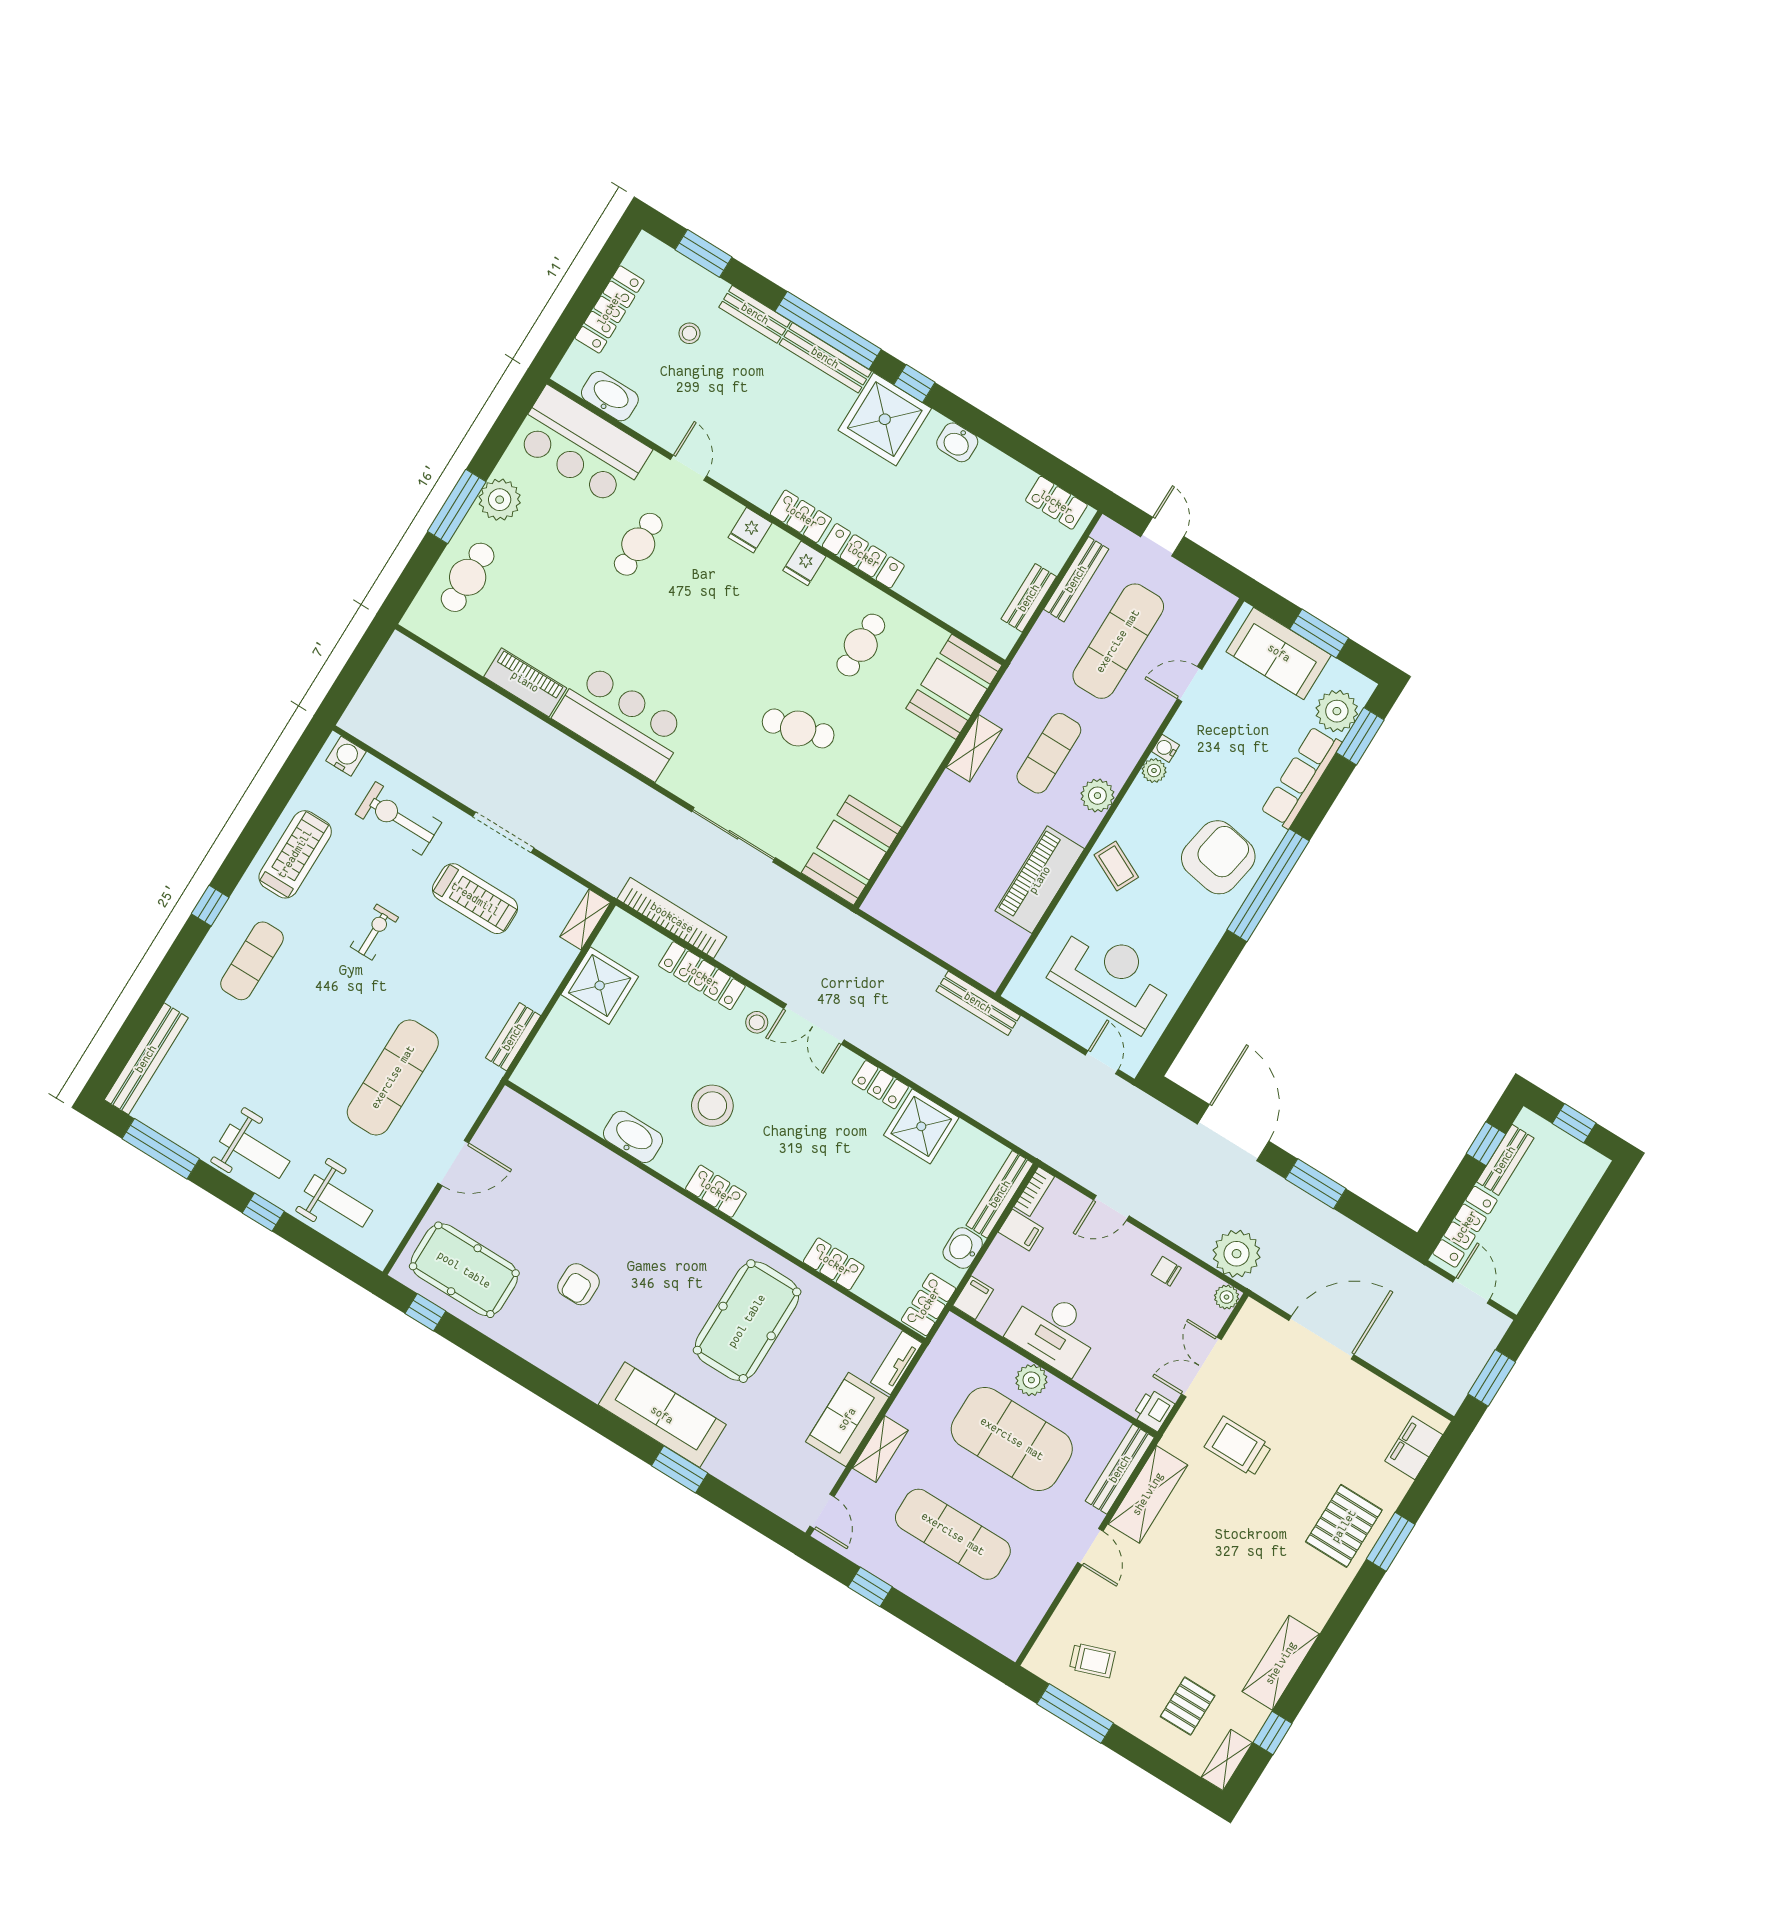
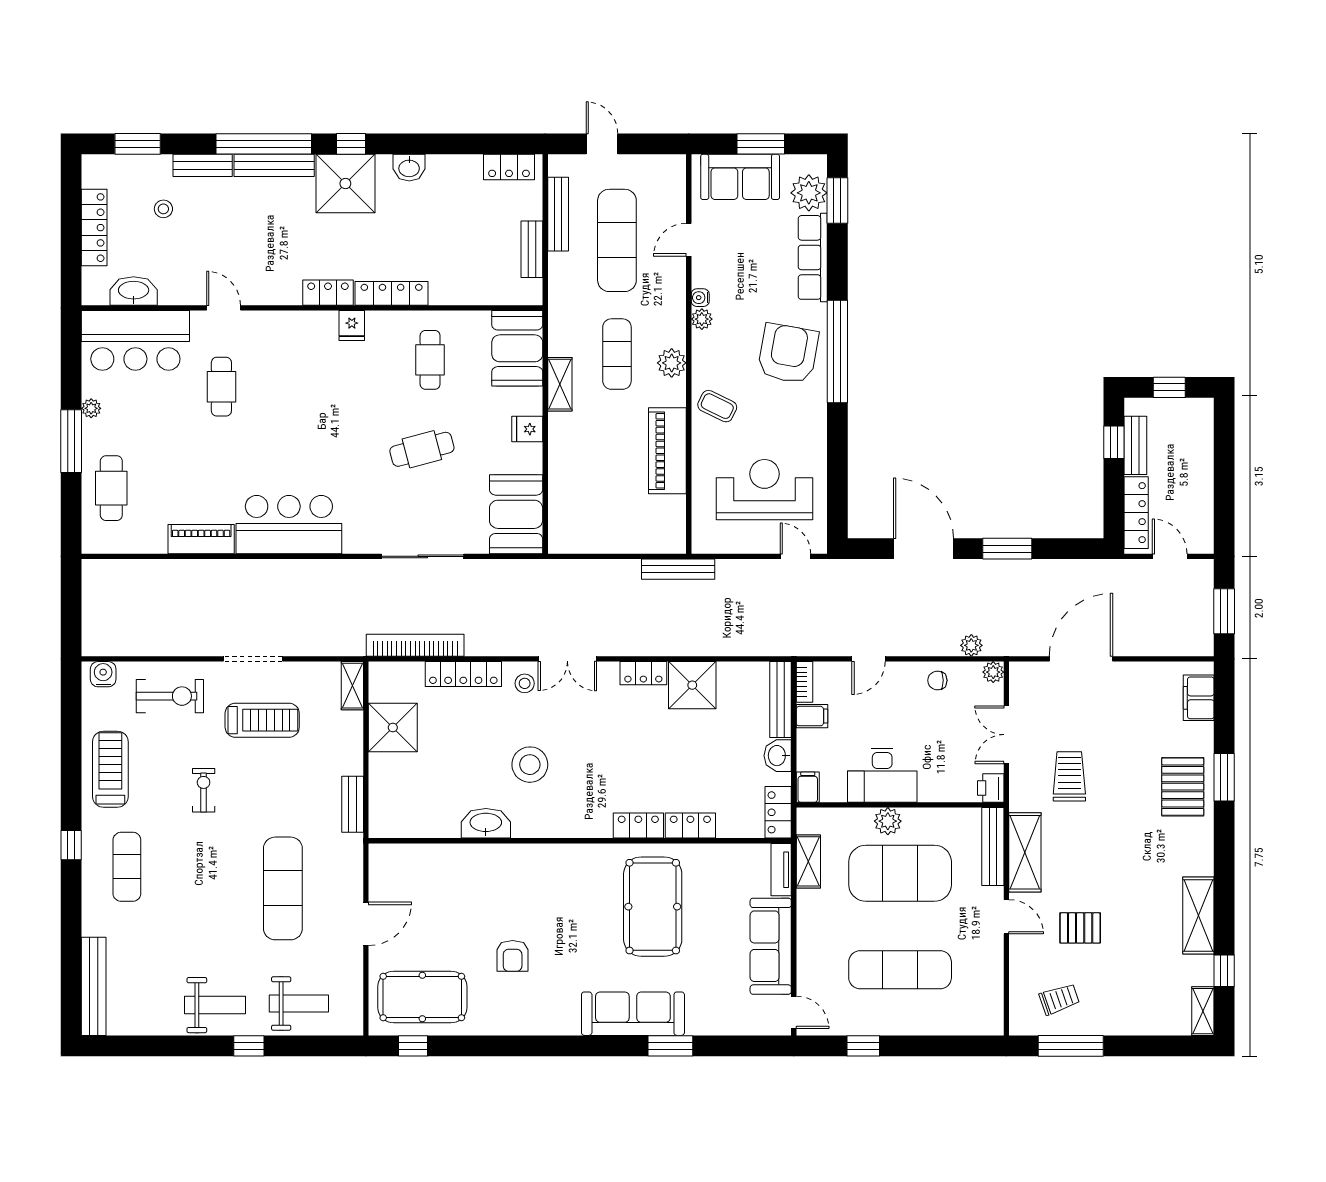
plant: (500, 500) -> (91, 408), width x0.53, depth x0.53
fridge: (750, 530) -> (527, 429), moved, turned 90
exercise bike: (399, 818) -> (170, 696), turned 180
window: (161, 1149) -> (145, 1046), removed
locker: (716, 1191) -> (638, 826), moved
plant: (1237, 1254) -> (971, 645), width x0.53, depth x0.53
sofa: (847, 1419) -> (771, 946), width x1.36
trolley: (1238, 1447) -> (1069, 776), turned 90
shelving: (880, 1449) -> (808, 861), moved
pallet: (1188, 1706) -> (1080, 928), moved, turned 90

